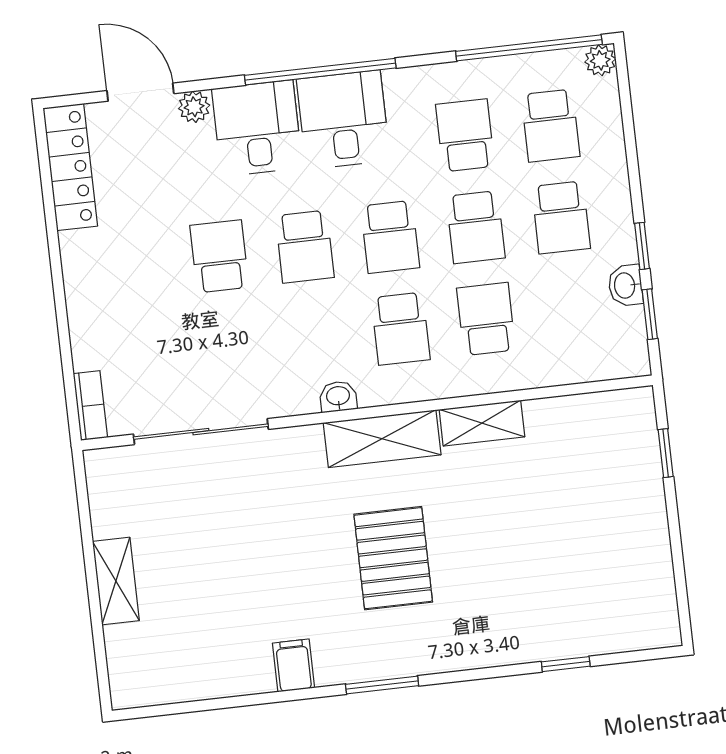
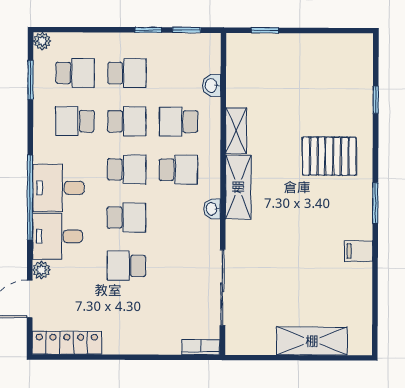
window: (529, 48) -> (30, 80), width x0.47
washbasin: (625, 285) -> (212, 86), moved, turned 90
pallet: (393, 558) -> (329, 156), moved
shelving: (116, 581) -> (312, 341), width x1.50, depth x1.33

